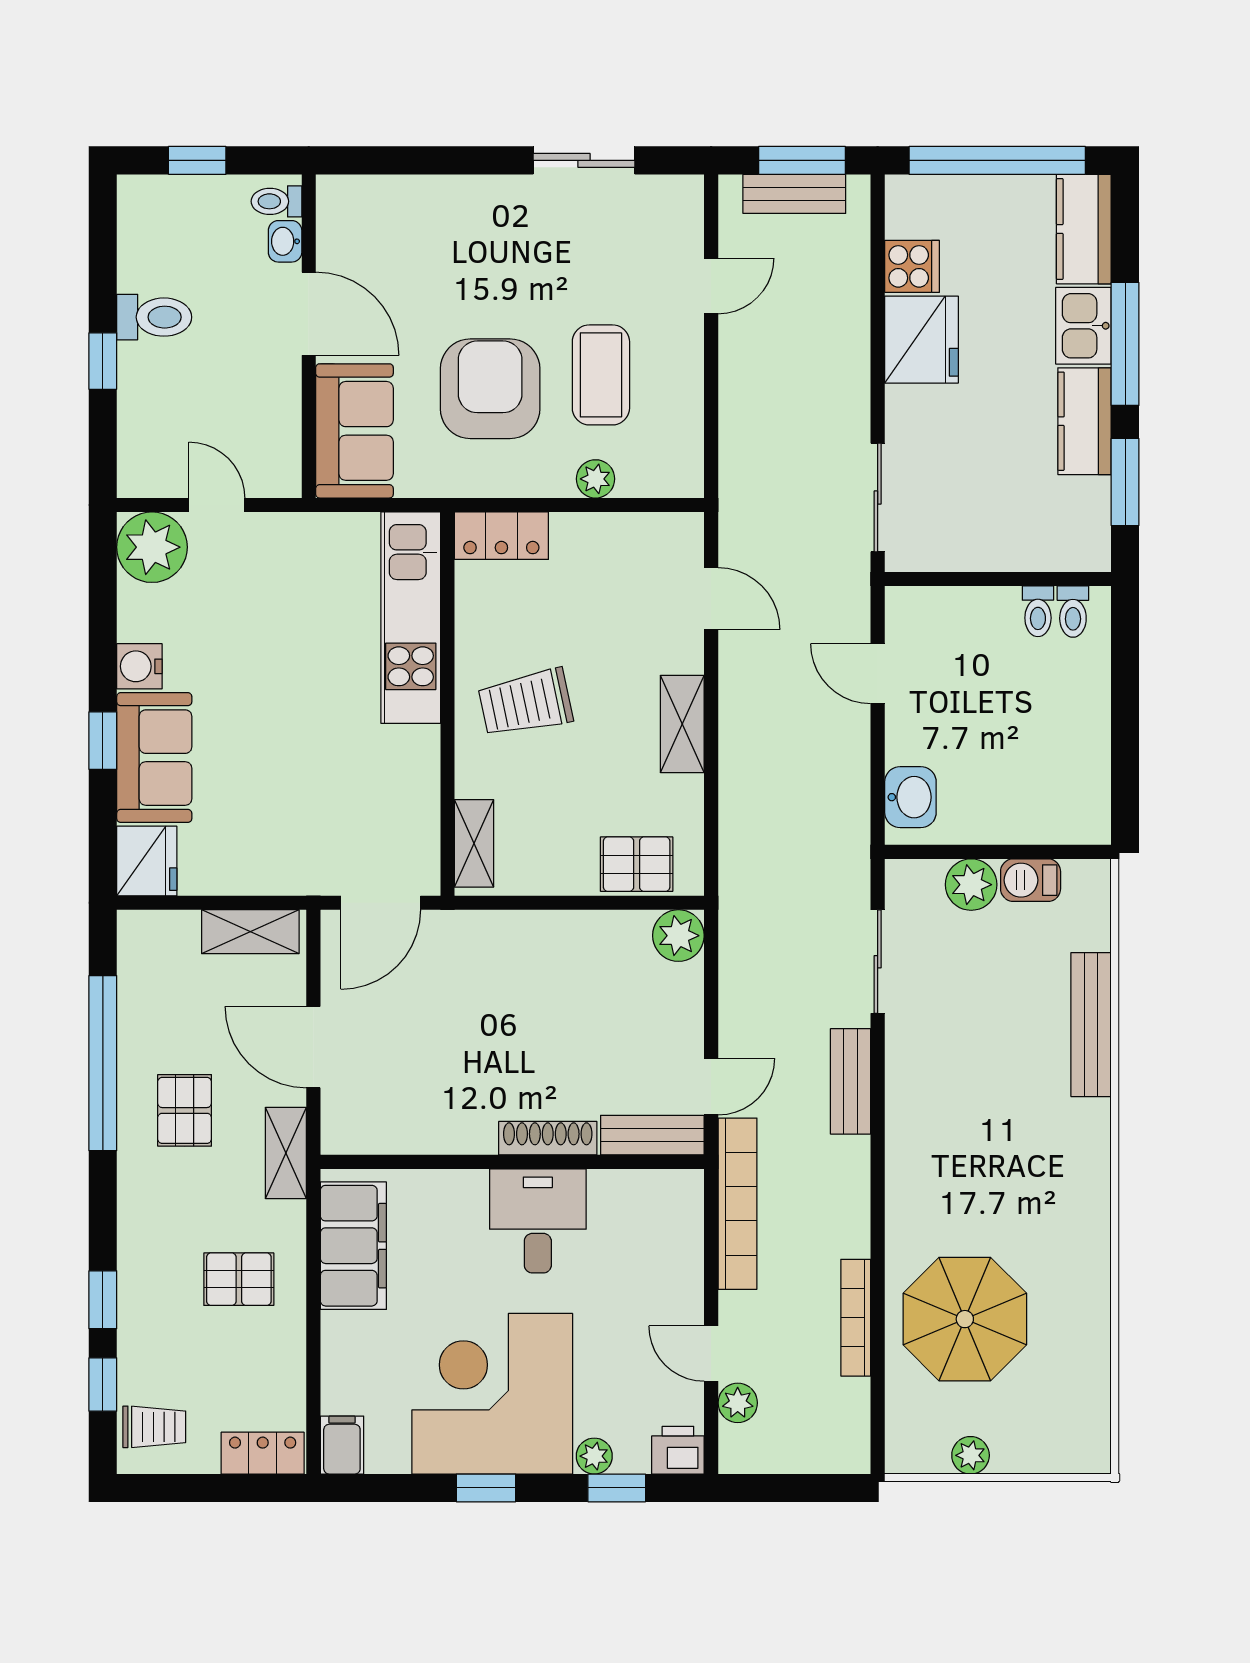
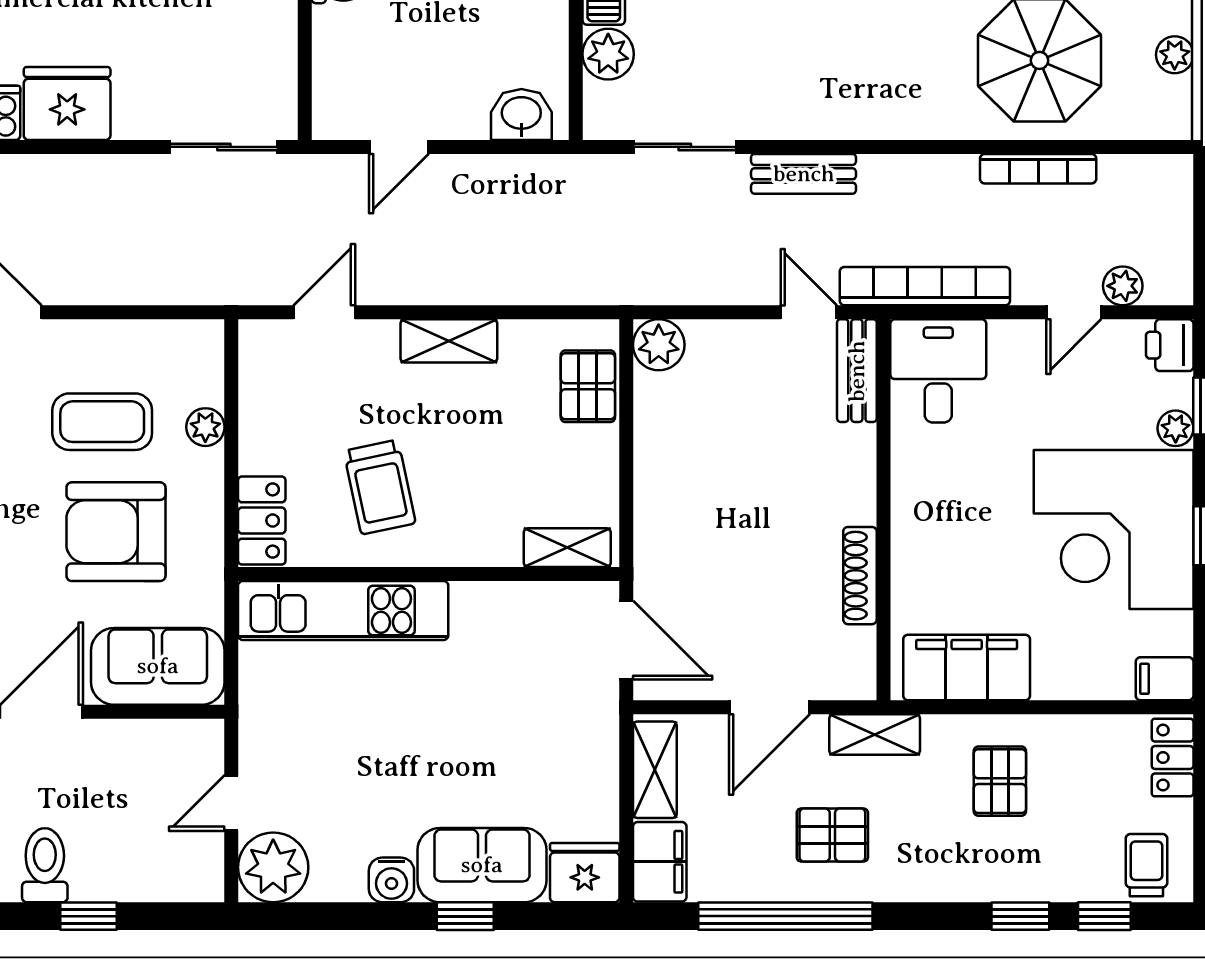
trolley: (526, 703) -> (380, 487), moved
filing cabinet: (158, 937) -> (660, 862), added
shoe rack: (548, 1138) -> (860, 576), moved
desk: (538, 1221) -> (938, 371), moved, turned 90

